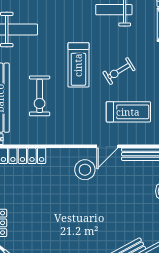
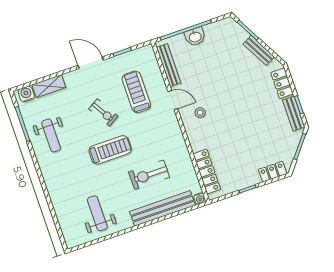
exercise bike: (40, 96) -> (149, 175), turned 180
stool: (85, 170) -> (200, 113), width x0.53, depth x0.53

